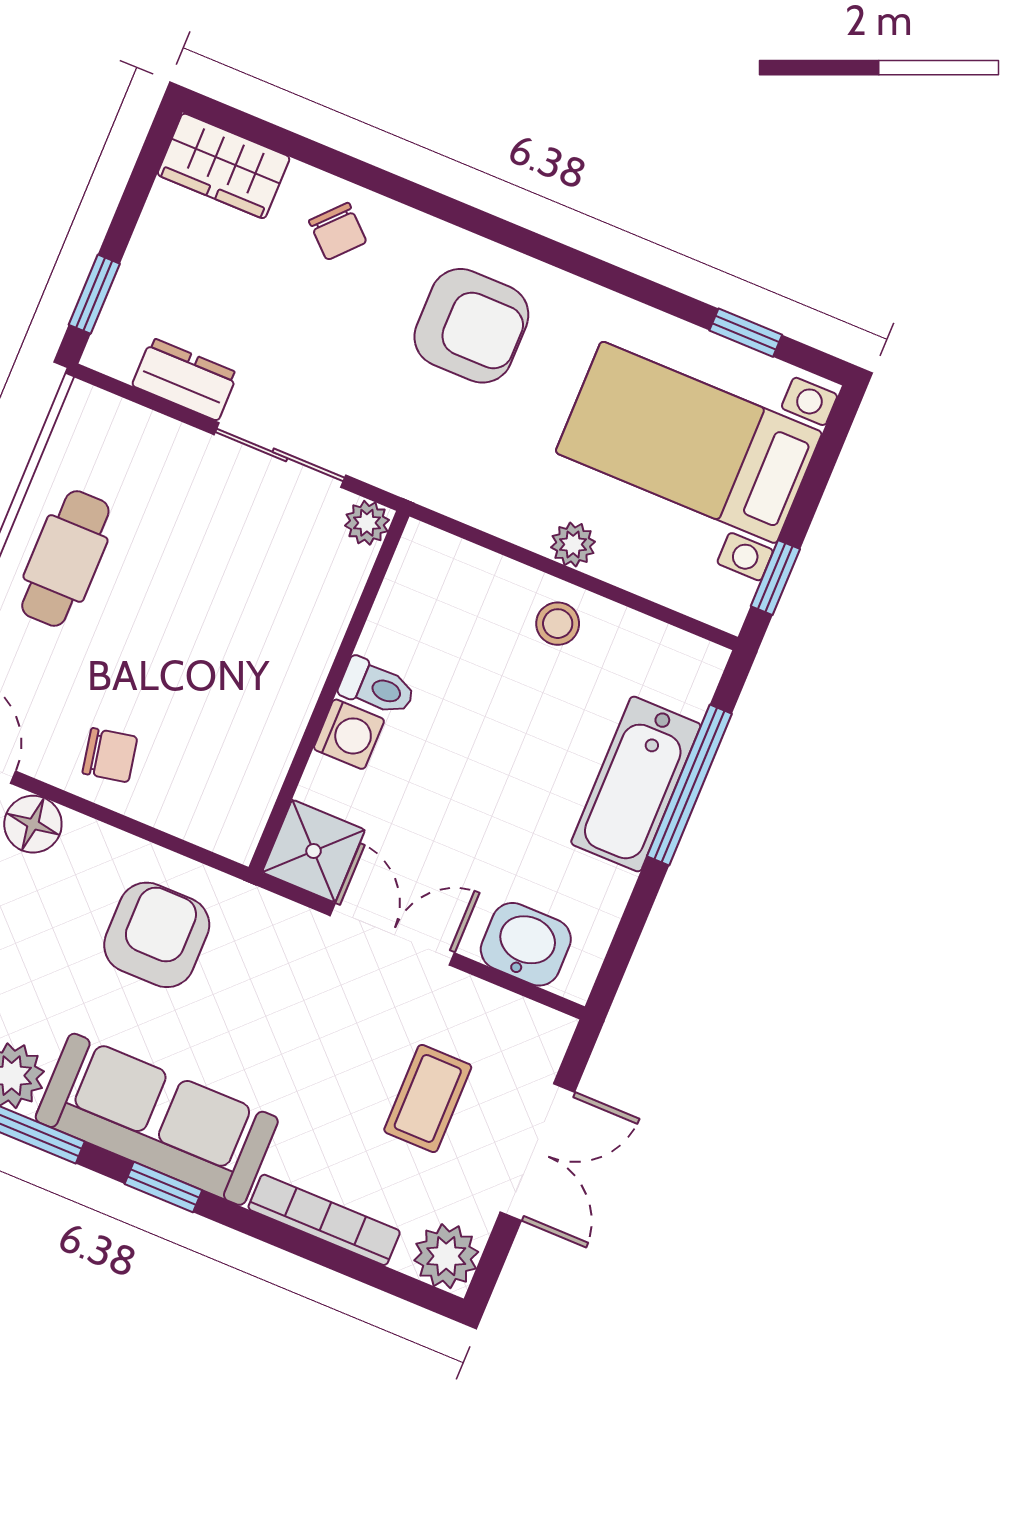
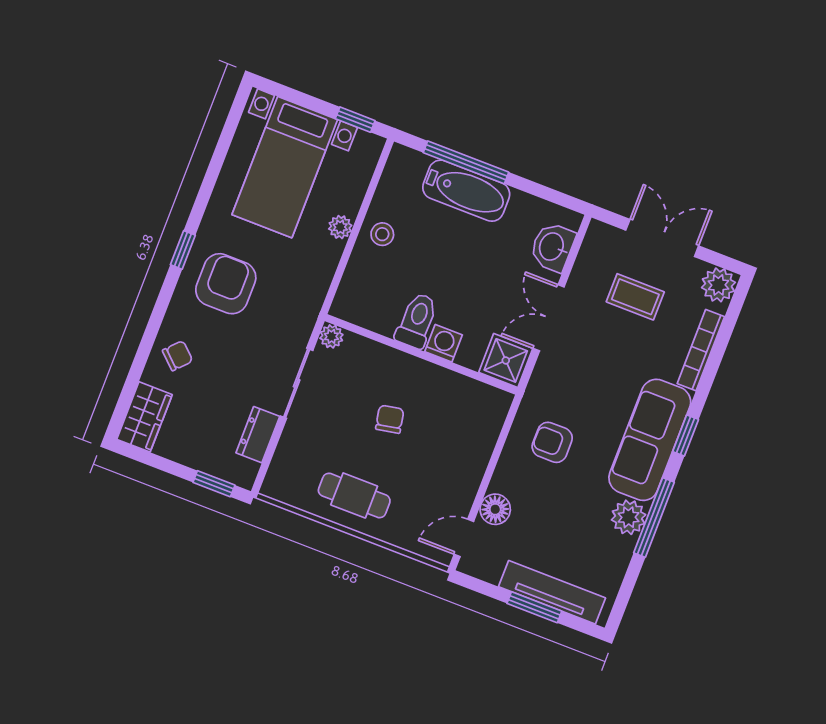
window: (746, 333) -> (183, 250), moved
toilet: (377, 687) -> (417, 321), width x1.37, depth x1.39
chair: (110, 755) -> (390, 419), moved
armchair: (157, 935) -> (552, 442), width x0.72, depth x0.72

